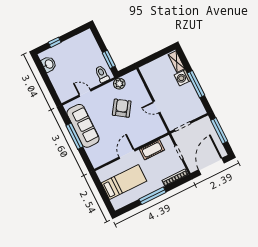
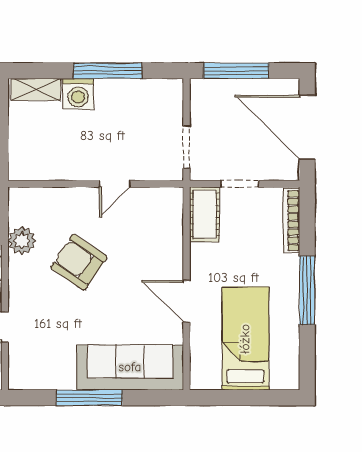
sofa: (83, 126) -> (130, 367), moved
cot: (152, 150) -> (204, 214), moved

